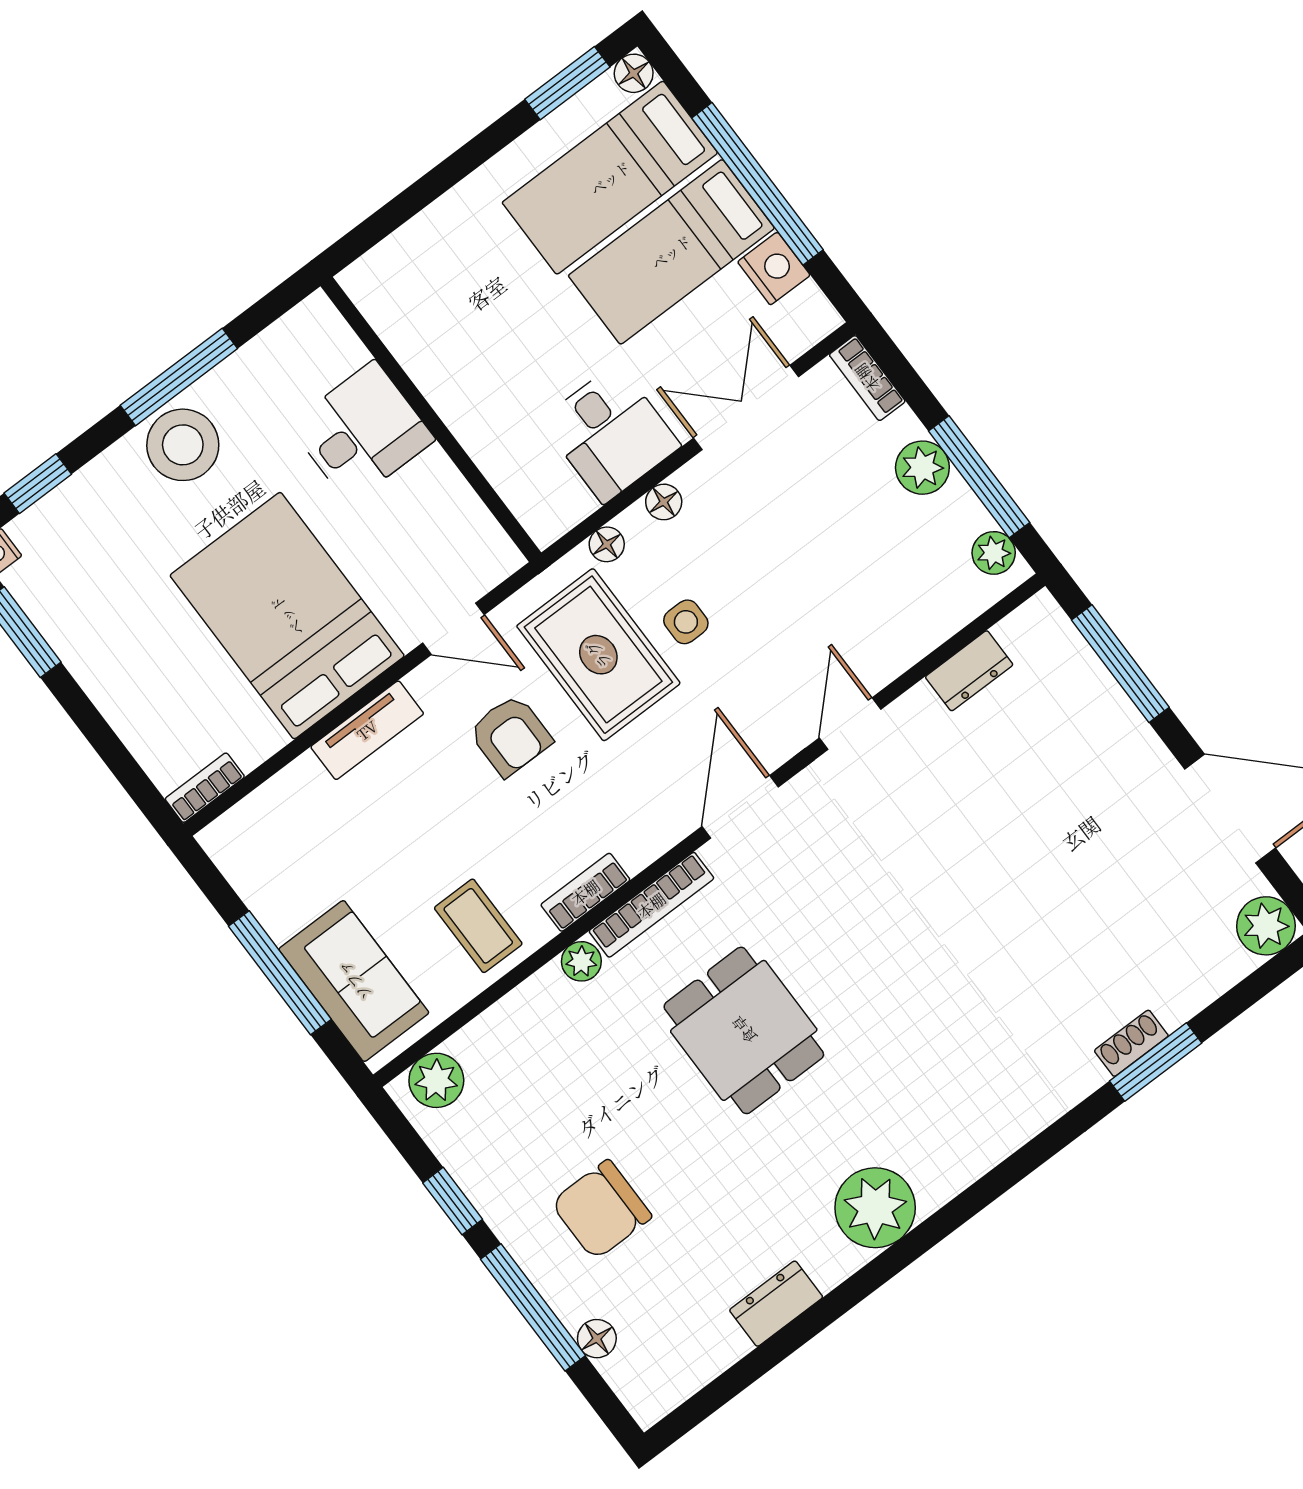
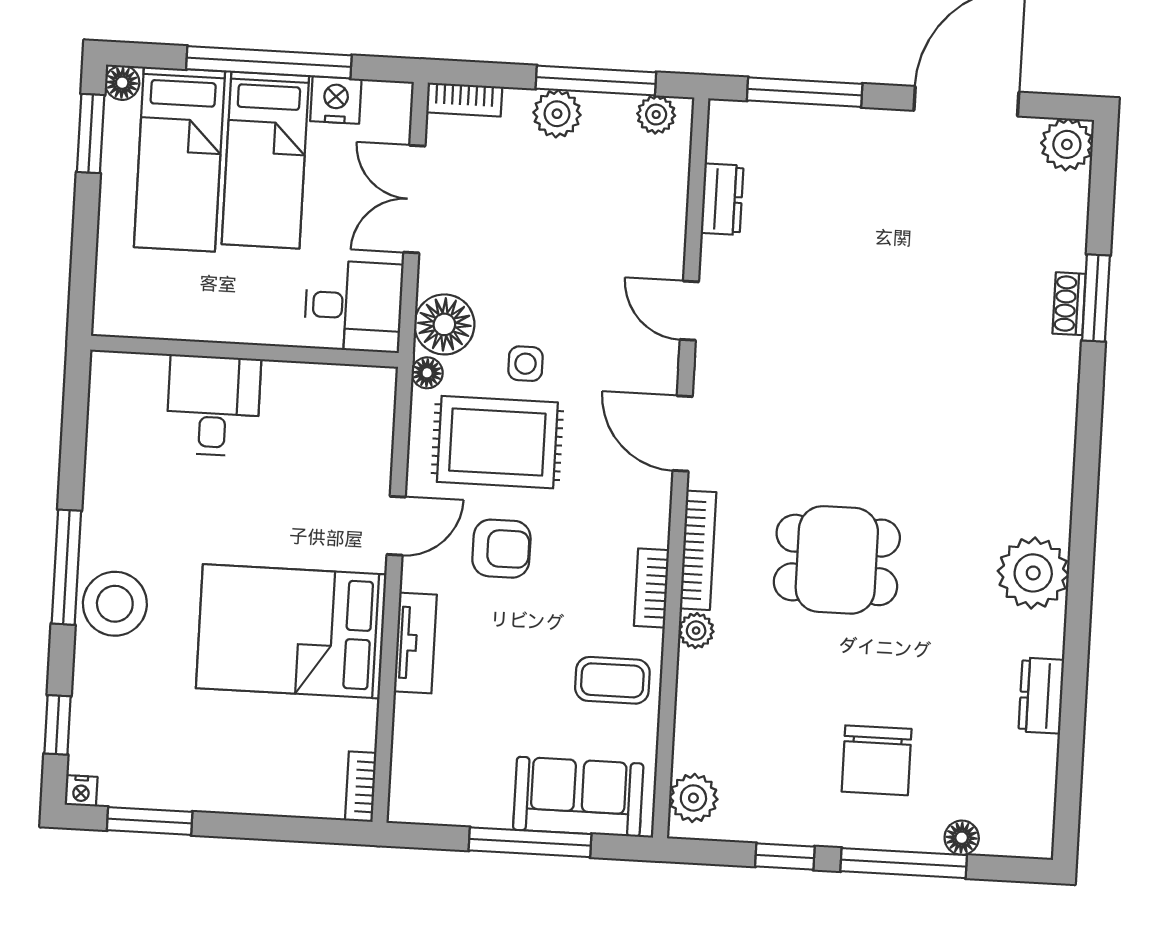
wall: (431, 419) -> (244, 351), moved
desk: (362, 432) -> (213, 406), moved
floor lamp: (664, 502) -> (444, 324), width x1.89, depth x1.89

